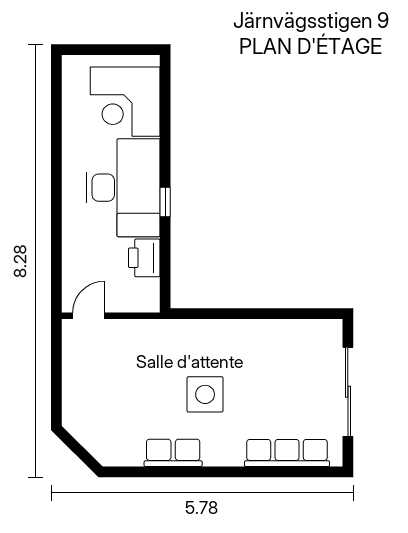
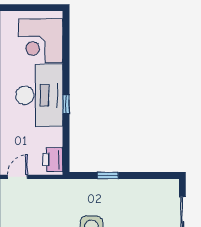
printer: (144, 258) -> (53, 160), moved
window: (231, 314) -> (108, 175), added

